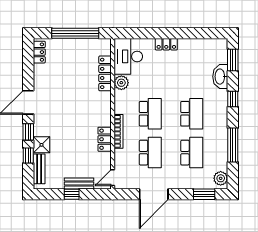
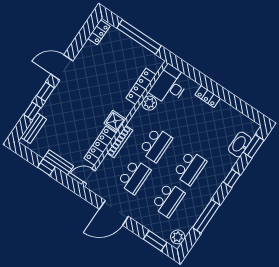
washbasin: (220, 77) -> (240, 144), moved
locker: (105, 139) -> (100, 146), width x1.53
shower: (42, 145) -> (115, 121), moved

